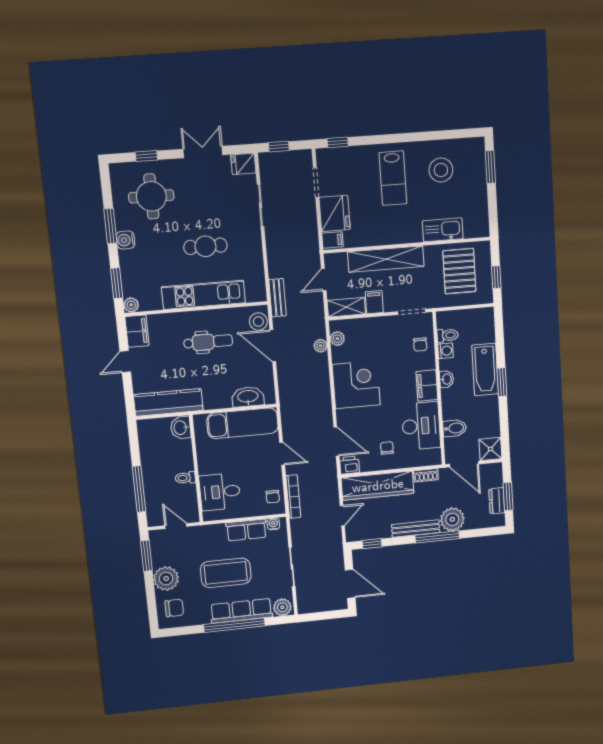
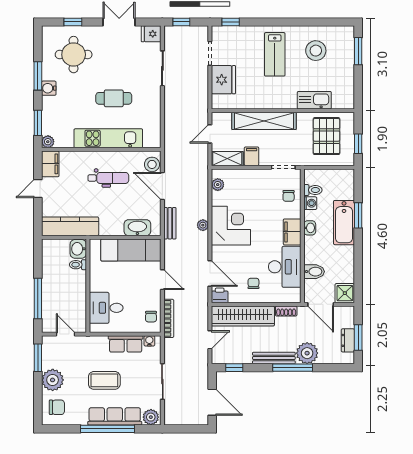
filing cabinet: (332, 240) -> (220, 101), removed
bench: (278, 298) -> (170, 223), moved
plant: (321, 346) -> (203, 225), moved
window: (502, 382) -> (358, 215), moved
toilet: (185, 478) -> (78, 265), moved
coffee table: (226, 573) -> (104, 380), width x0.73, depth x0.76

